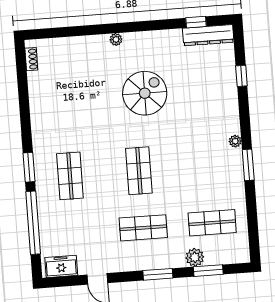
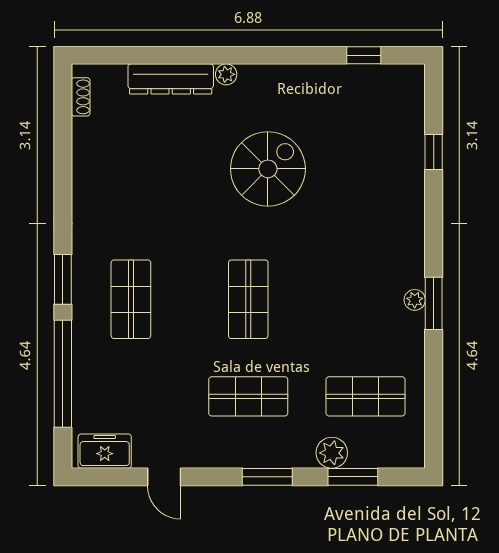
dresser: (208, 35) -> (171, 79), moved
plant: (235, 141) -> (415, 300), moved

